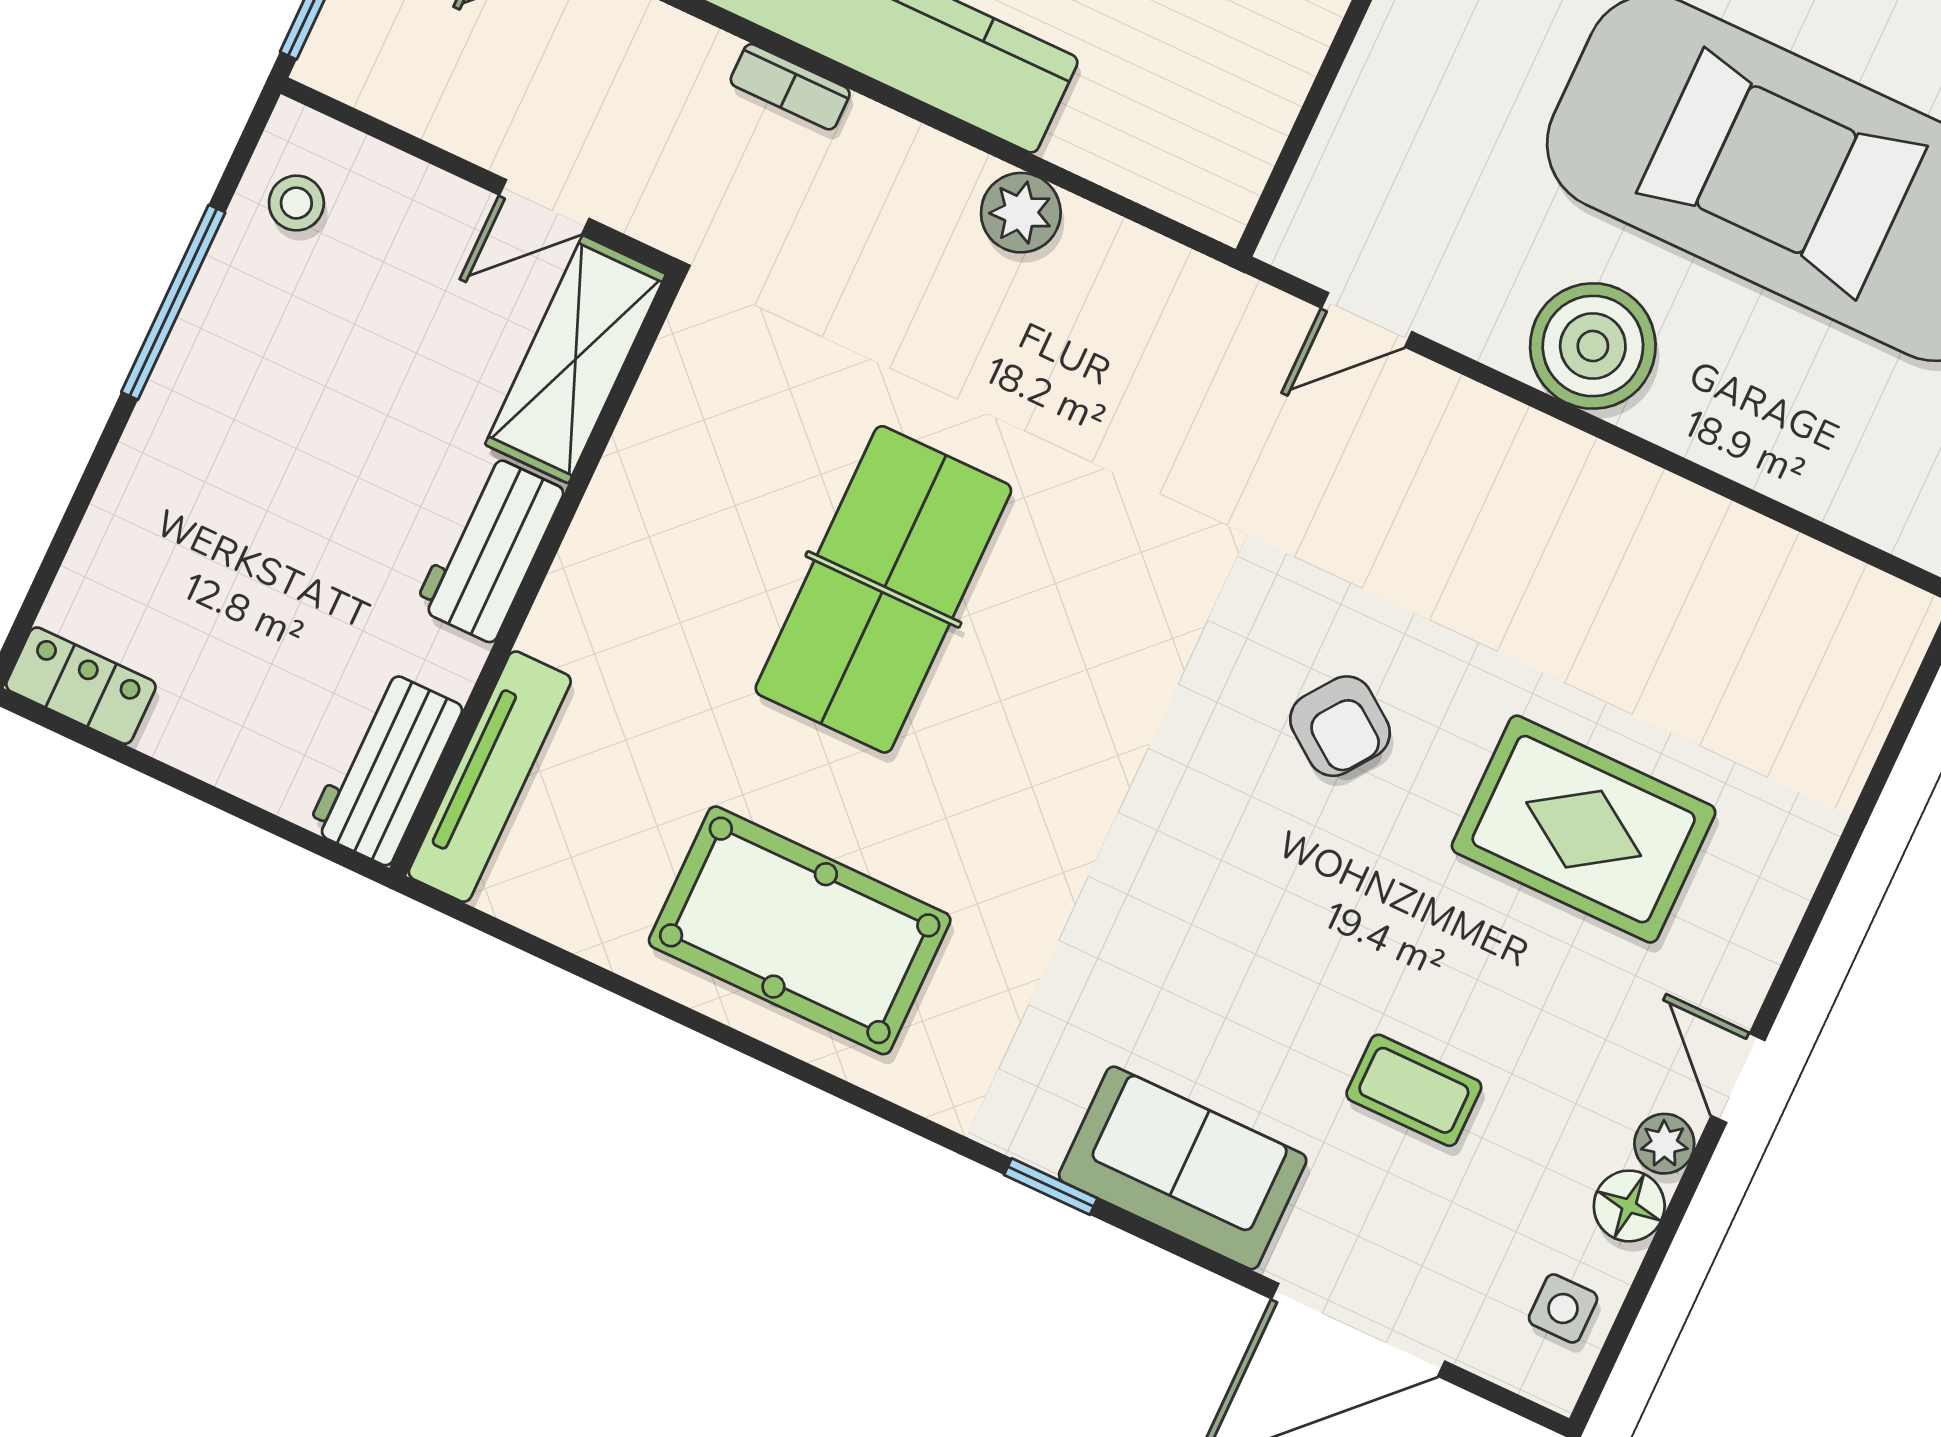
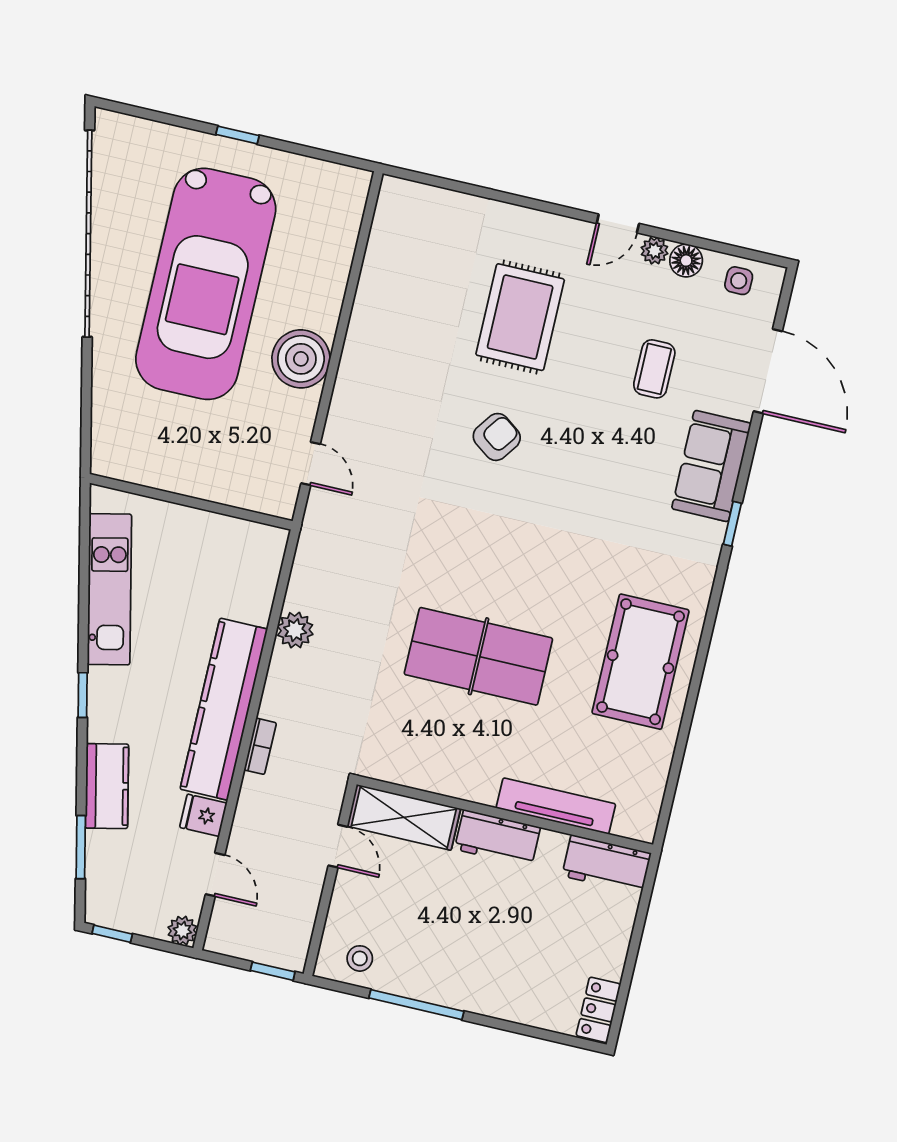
tv unit: (490, 777) -> (556, 806), moved

